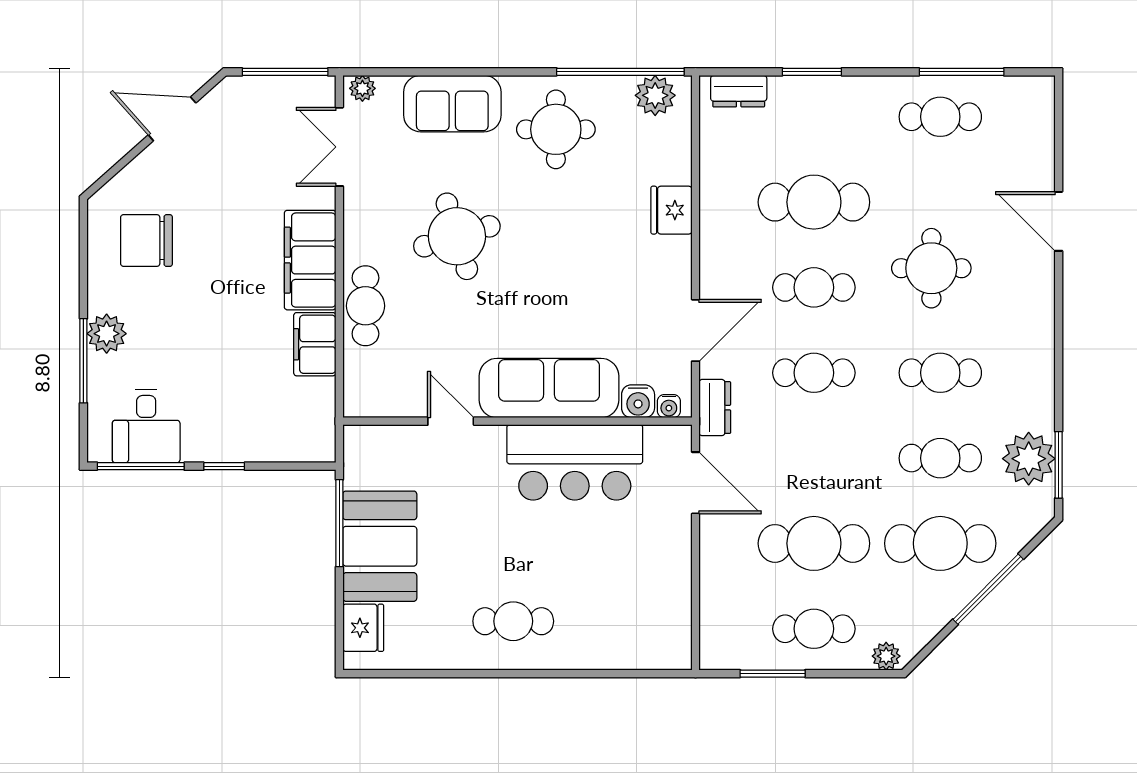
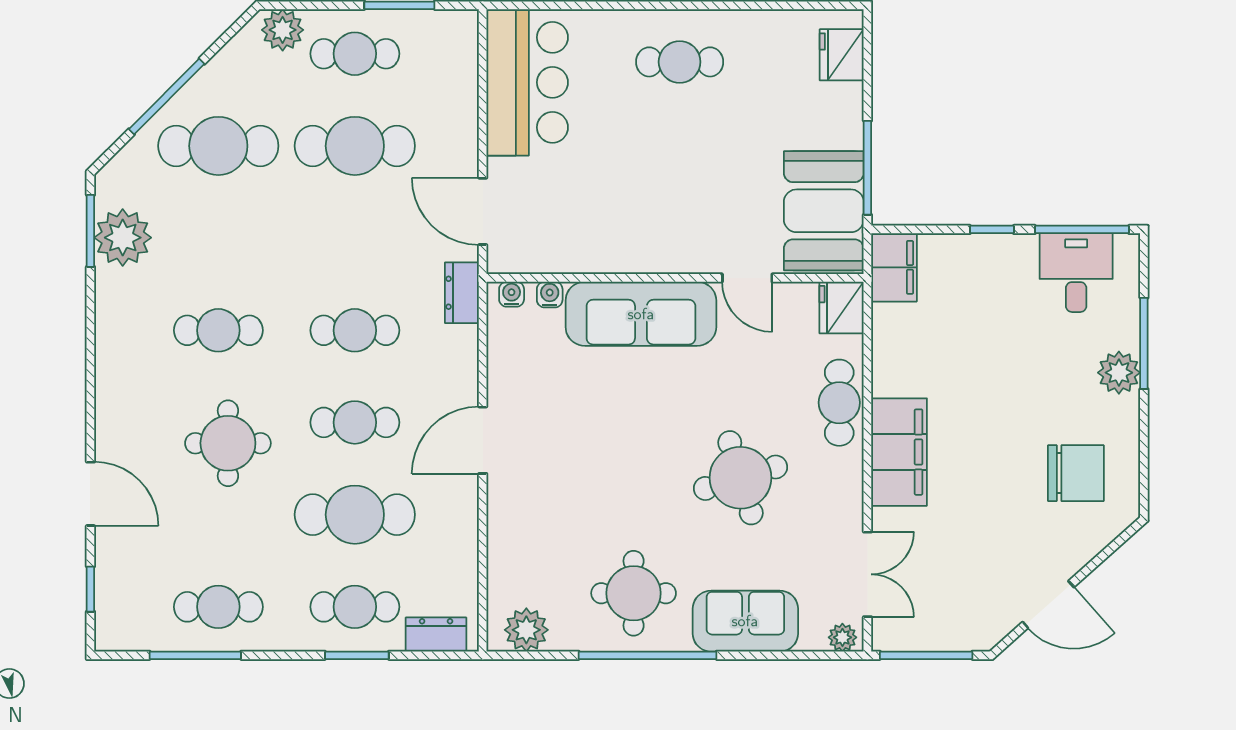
window: (620, 72) -> (648, 655), moved
window: (1059, 133) -> (90, 589), added
fridge: (671, 210) -> (842, 308), moved, turned 180
door: (696, 330) -> (483, 440), moved
filing cabinet: (315, 344) -> (894, 267), moved
water cooler: (638, 401) -> (550, 295), width x0.72, depth x0.72
cafe table: (940, 458) -> (355, 607), moved
bar counter: (575, 462) -> (527, 82), moved, turned 90
booth: (380, 546) -> (824, 211), moved
plant: (886, 656) -> (283, 30), width x1.38, depth x1.38

